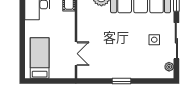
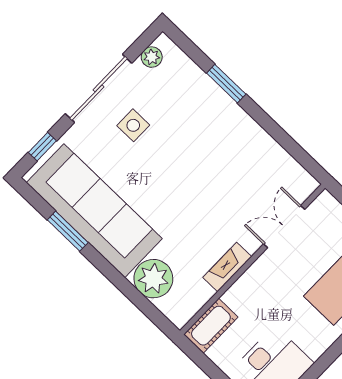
fireplace: (82, 24) -> (227, 267), added
window: (121, 81) -> (226, 84), moved

